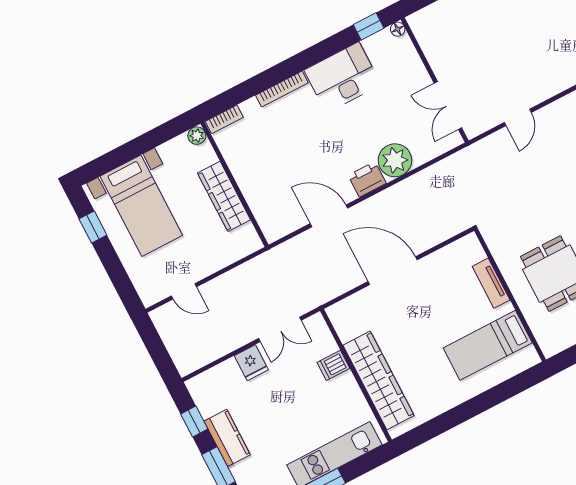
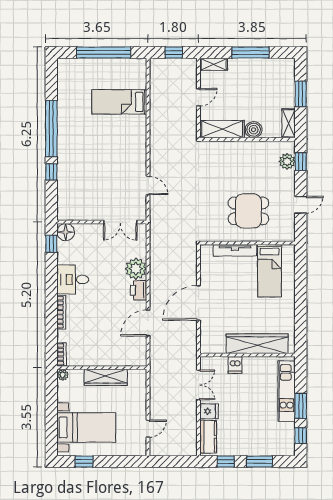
floor lamp: (398, 29) -> (66, 232), width x1.89, depth x1.89
desk: (343, 77) -> (73, 279), width x0.73
tv unit: (491, 283) -> (235, 250), width x1.41
kitchen counter: (227, 438) -> (208, 437), moved, turned 90

